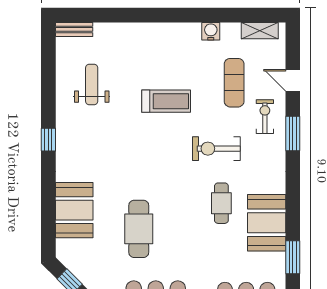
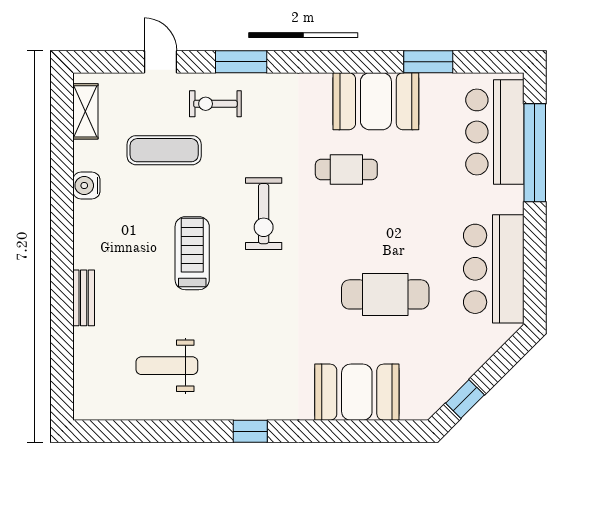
bench: (74, 29) -> (84, 298), moved
door: (293, 80) -> (161, 62), swing flipped
exercise bike: (216, 149) -> (264, 214), moved

